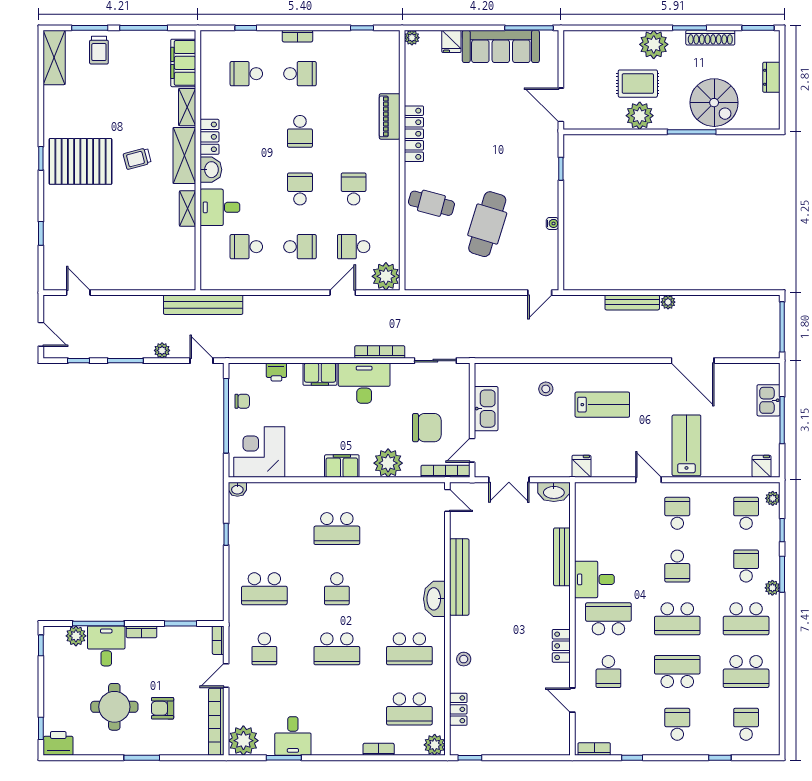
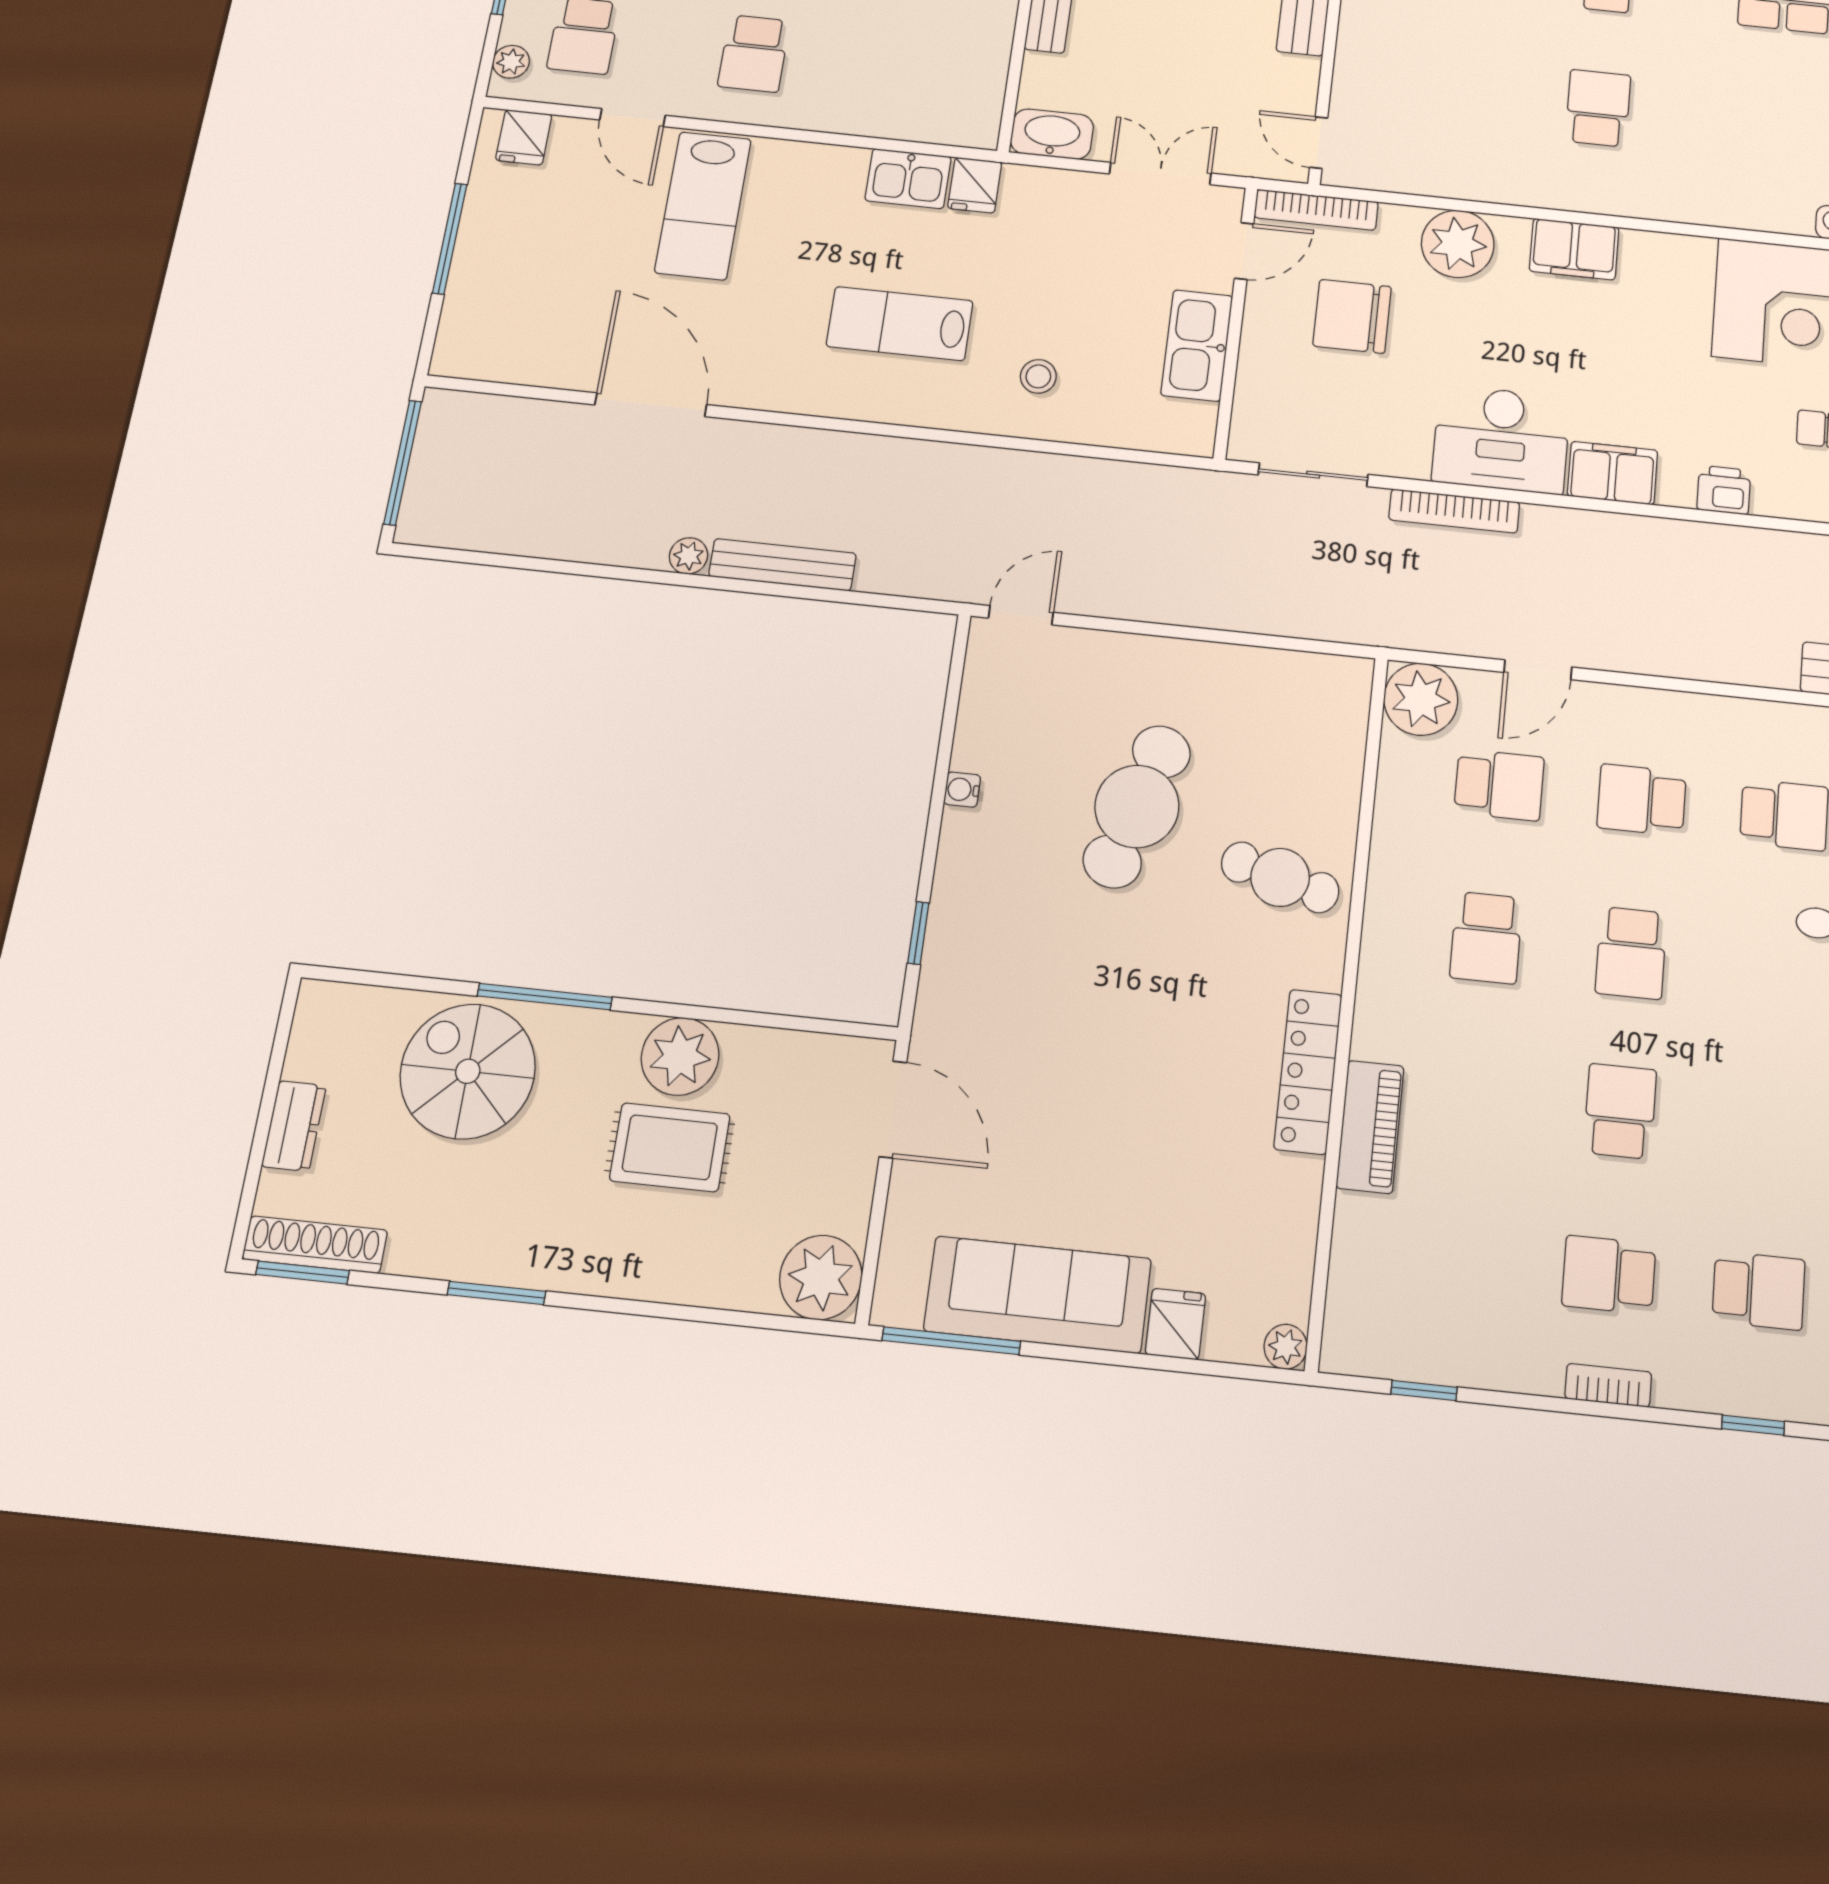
shoe rack: (710, 38) -> (315, 1245), moved
plant: (654, 44) -> (821, 1277), moved
kitchen sink: (769, 400) -> (908, 179), moved, turned 90
door: (648, 480) -> (632, 118), moved
school desk: (337, 529) -> (1598, 108), width x0.54

